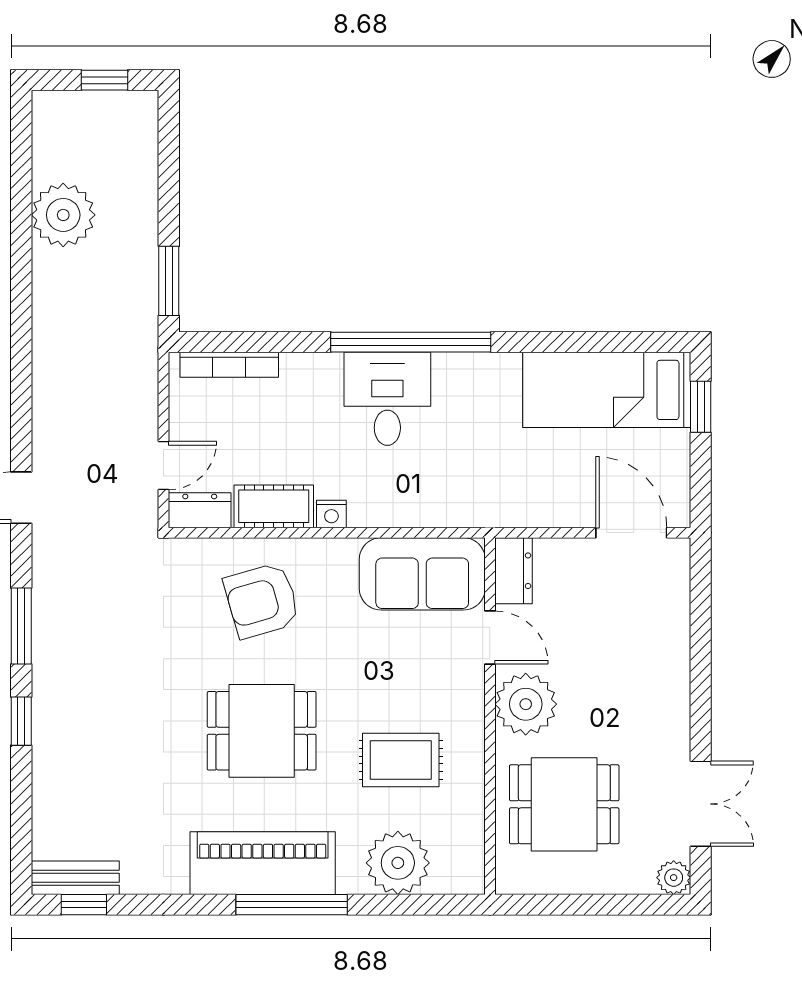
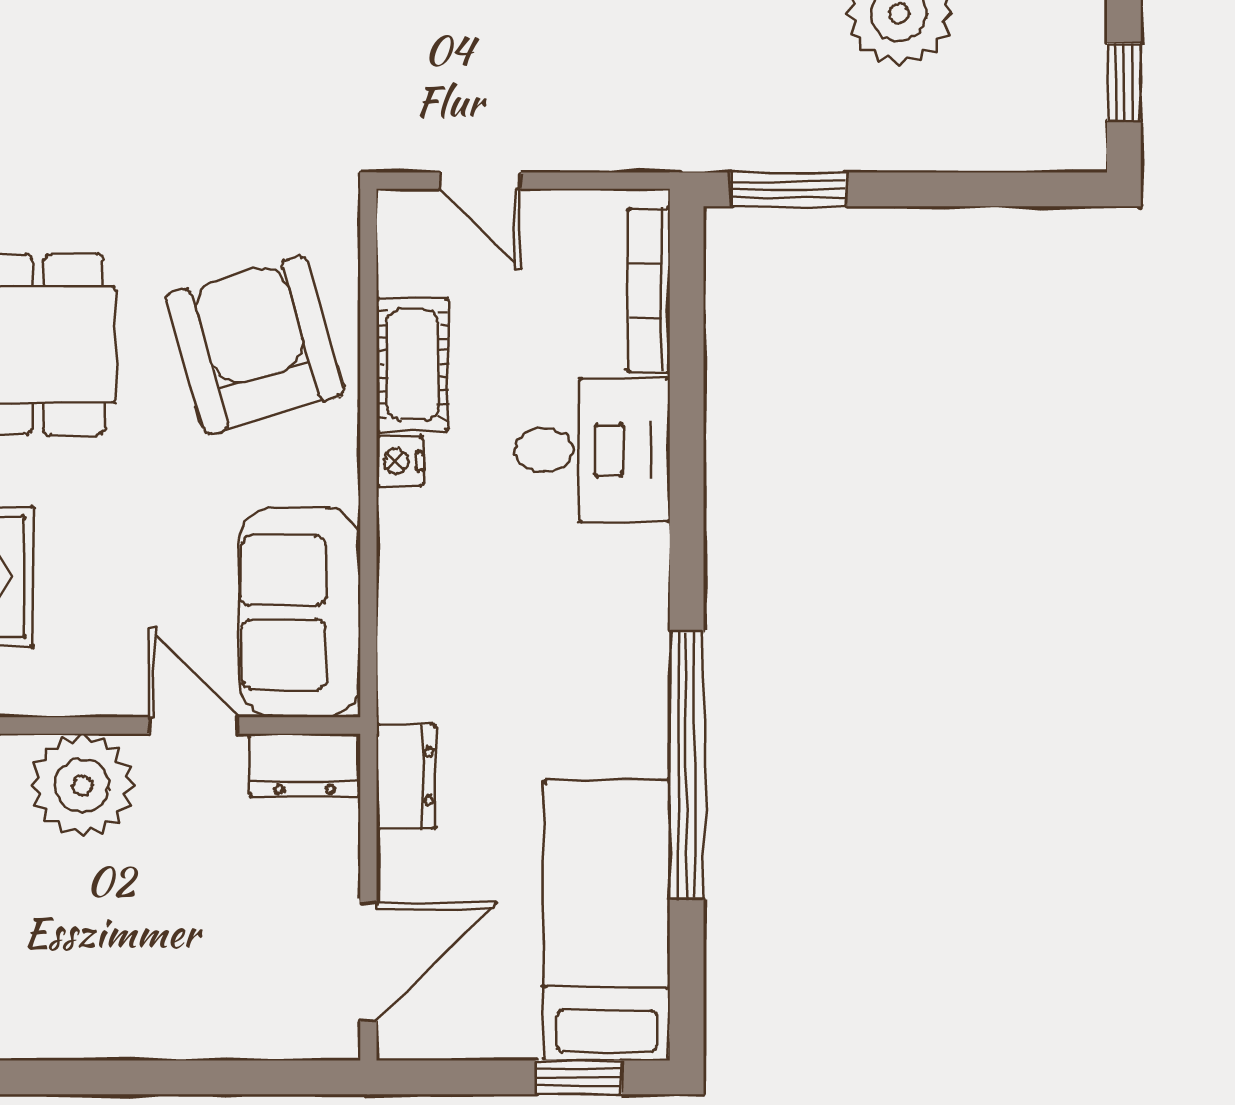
window: (411, 342) -> (687, 765), moved
desk: (387, 399) -> (592, 450), moved
dresser: (200, 510) -> (406, 776), moved
armchair: (262, 600) -> (255, 345), width x1.36, depth x1.36
door: (490, 637) -> (193, 726), swing flipped

